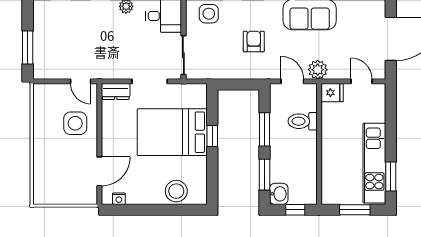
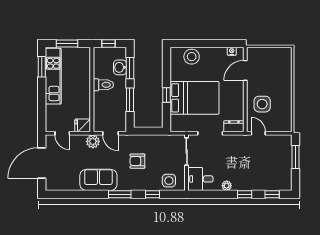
armchair: (254, 42) -> (137, 161), turned 90
toilet: (303, 121) -> (103, 85), moved
washbasin: (279, 194) -> (120, 67), moved

